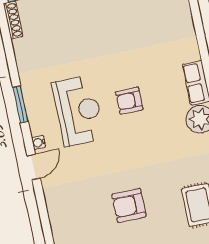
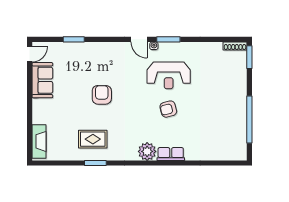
armchair: (129, 101) -> (168, 109), turned -104
window: (20, 104) -> (168, 39), moved

